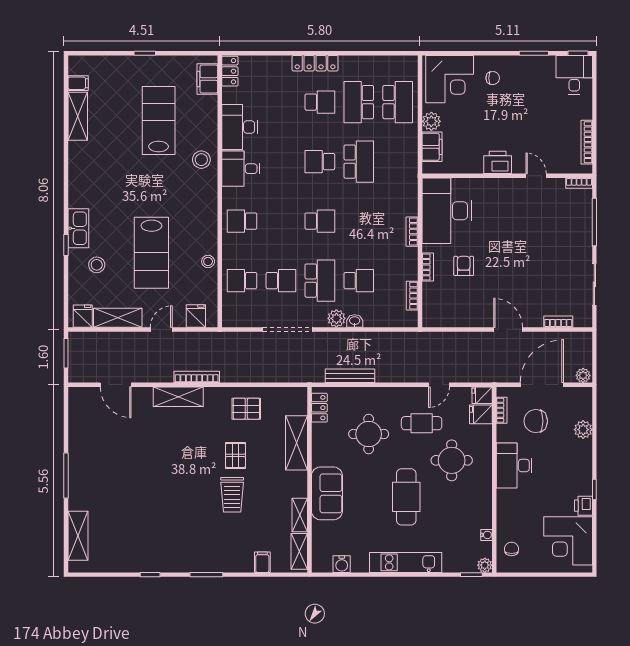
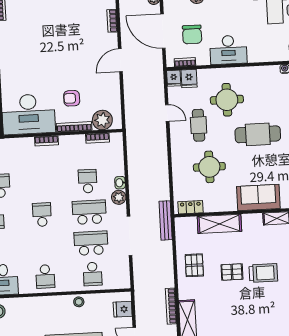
bookcase: (428, 267) -> (74, 127), width x1.56
school desk: (281, 281) -> (91, 243), width x1.85
plant: (434, 303) -> (102, 120), added
bench: (350, 376) -> (166, 220), moved

